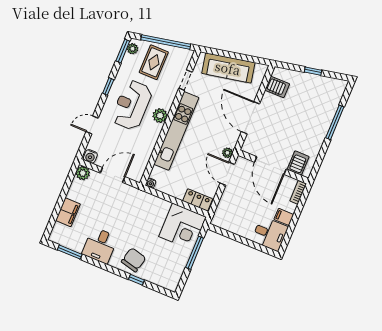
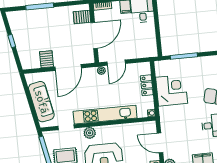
server rack: (277, 87) -> (46, 59), moved
plant: (160, 116) -> (90, 133), moved
locker: (198, 200) -> (147, 85), moved
corner desk: (183, 227) -> (172, 90), moved

